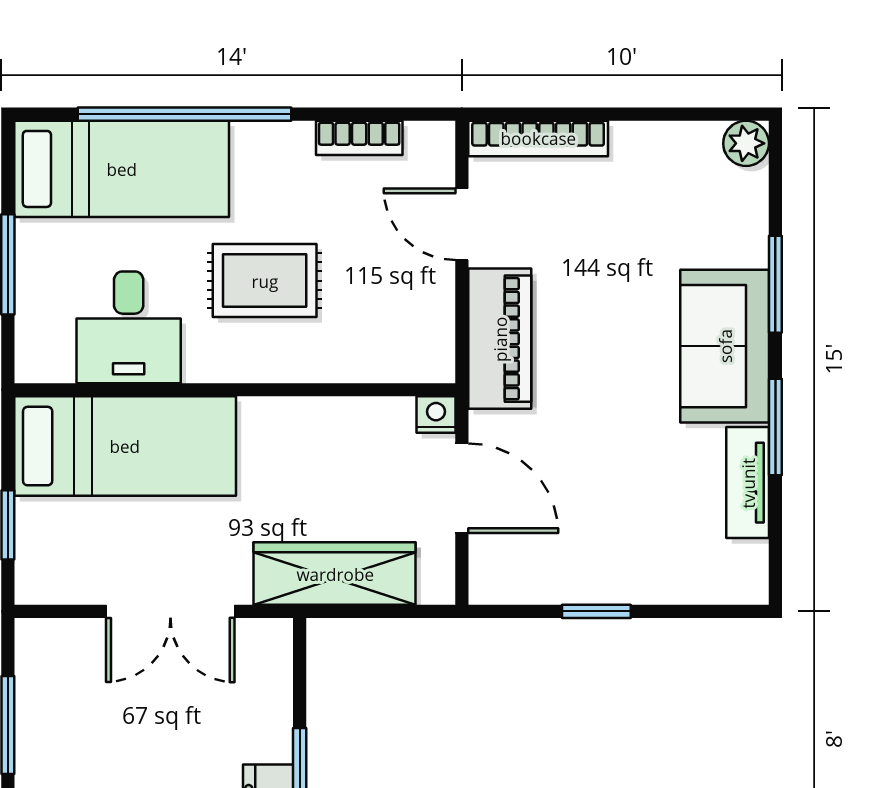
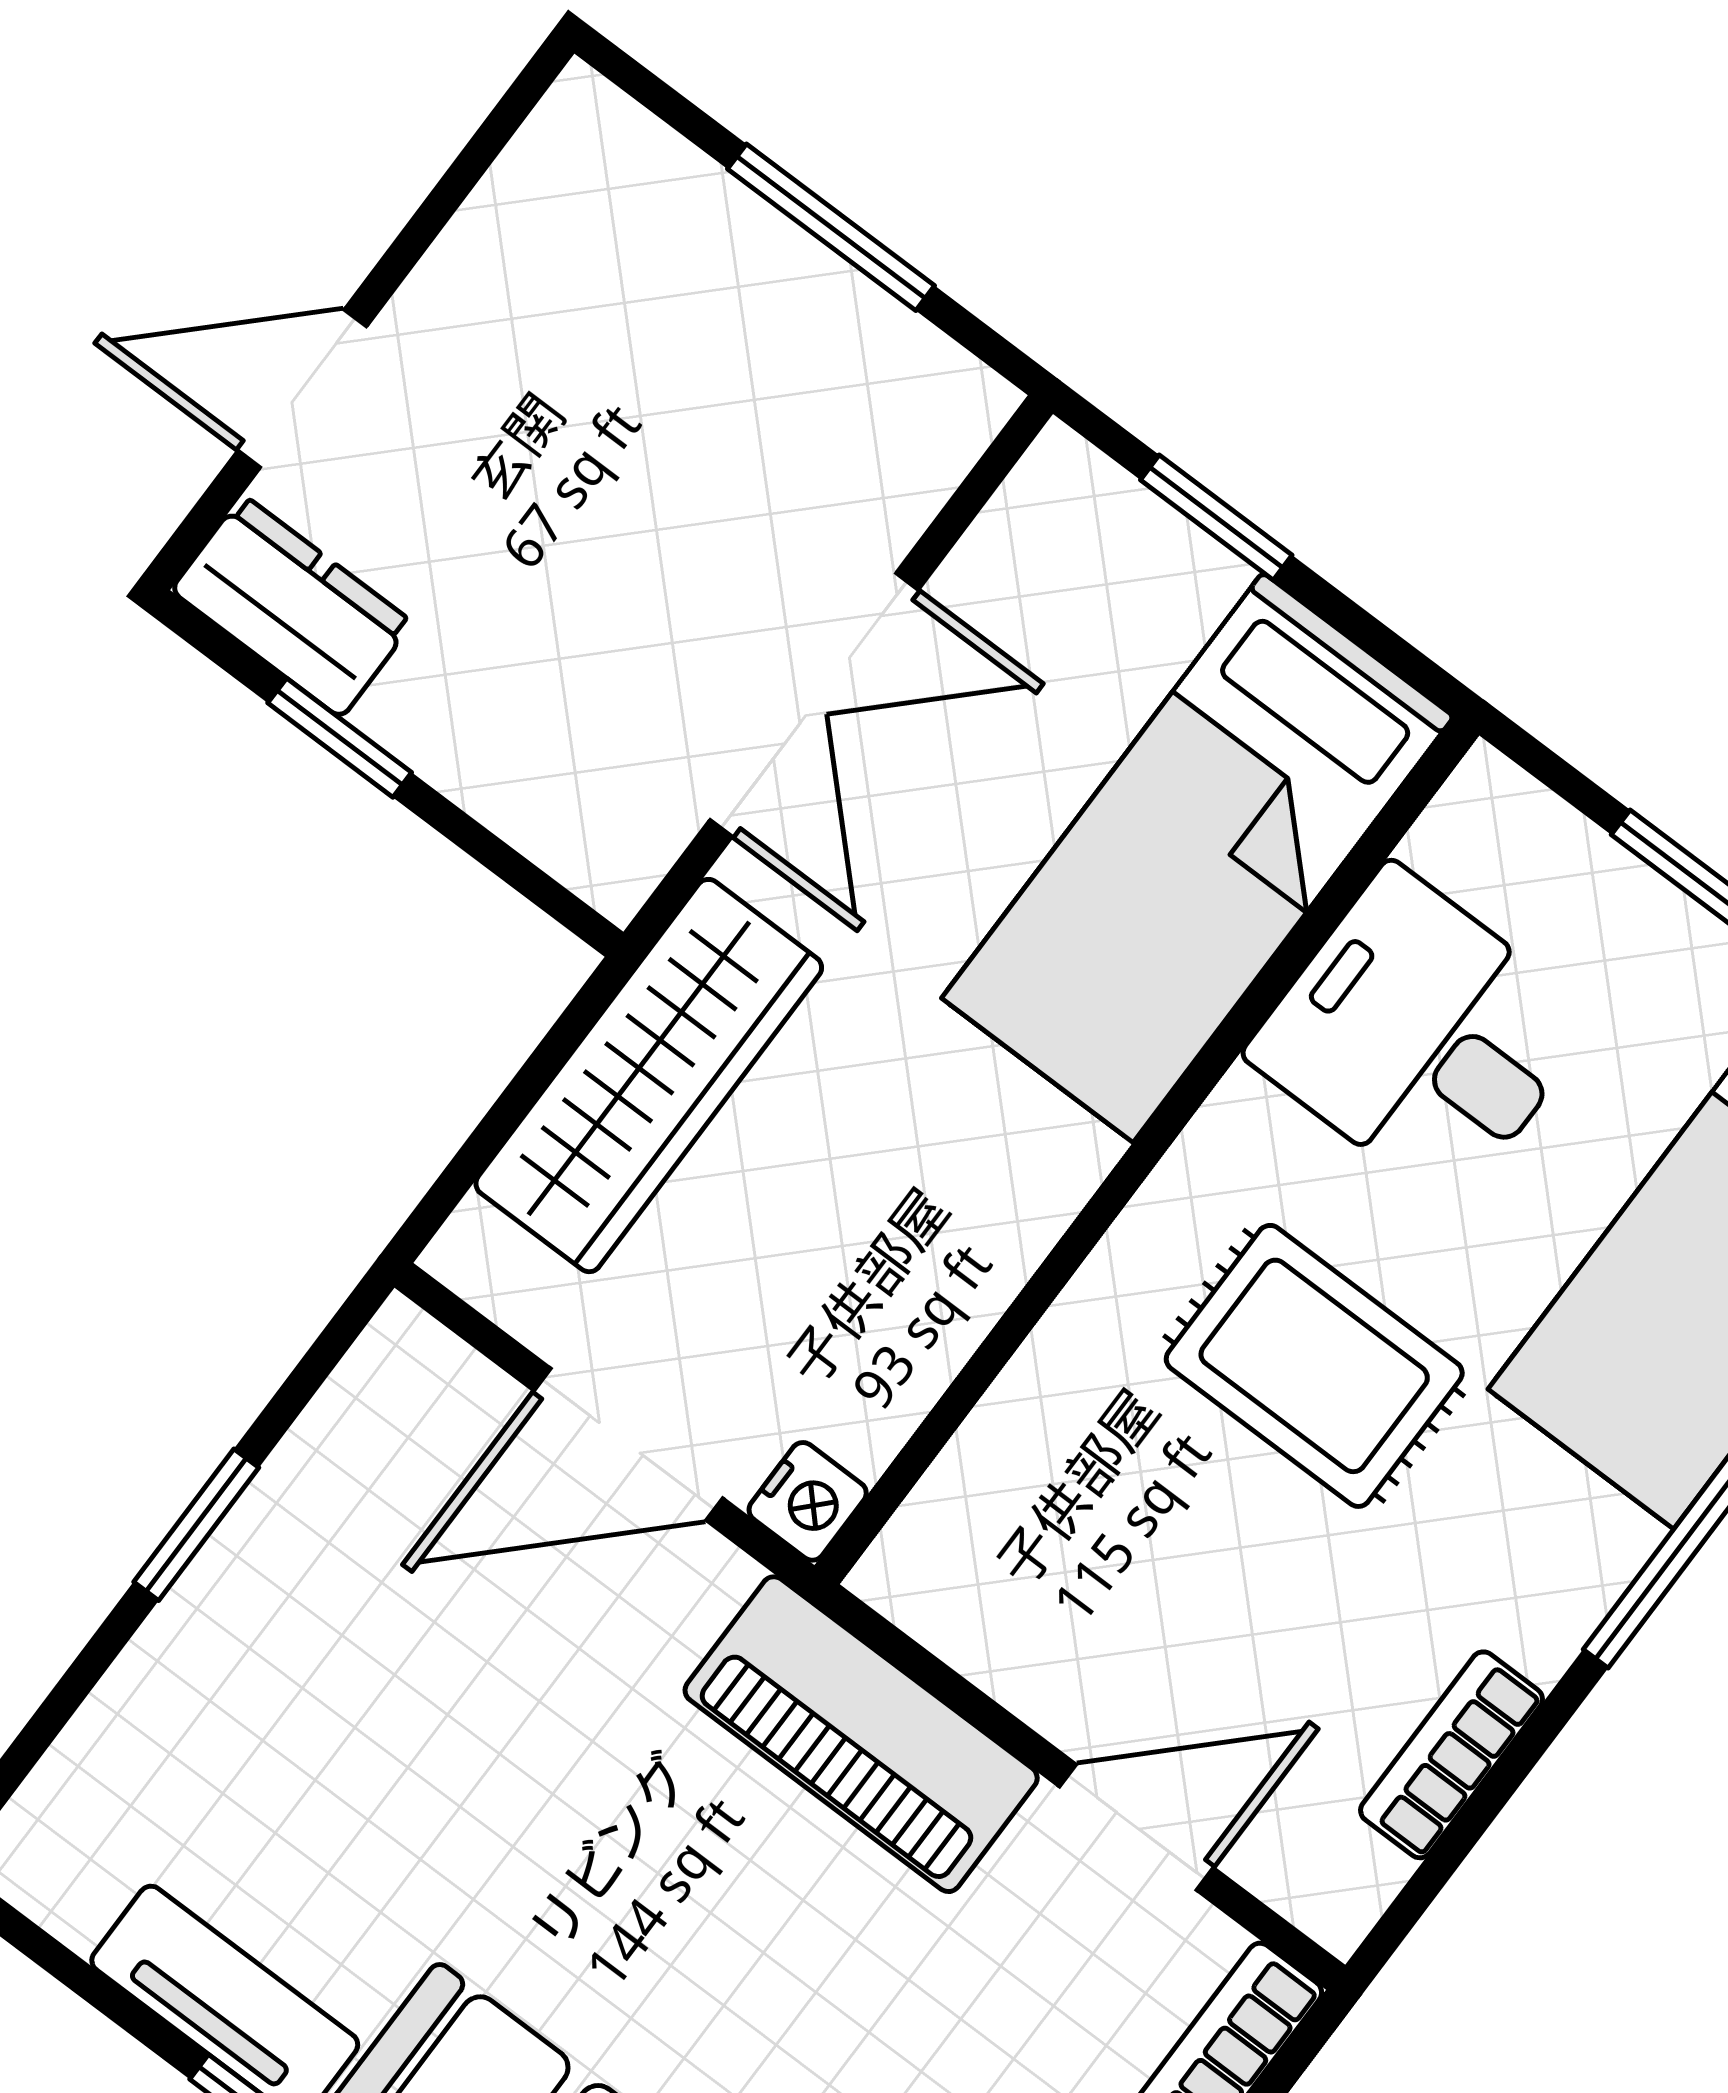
rug: (265, 281) -> (1314, 1366), turned 90
double door: (170, 611) -> (814, 705), swing flipped

